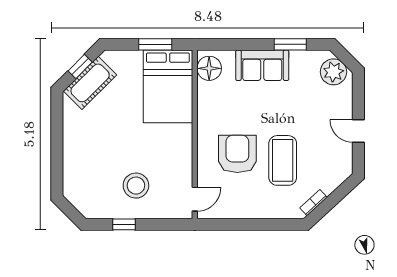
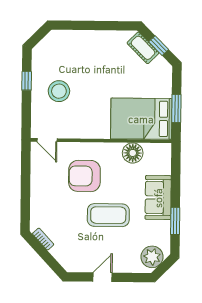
floor lamp: (209, 68) -> (133, 153), moved
cot: (90, 83) -> (143, 48), width x0.73, depth x0.75
armchair: (237, 154) -> (84, 176), turned 180
coffee table: (283, 160) -> (108, 215), moved

